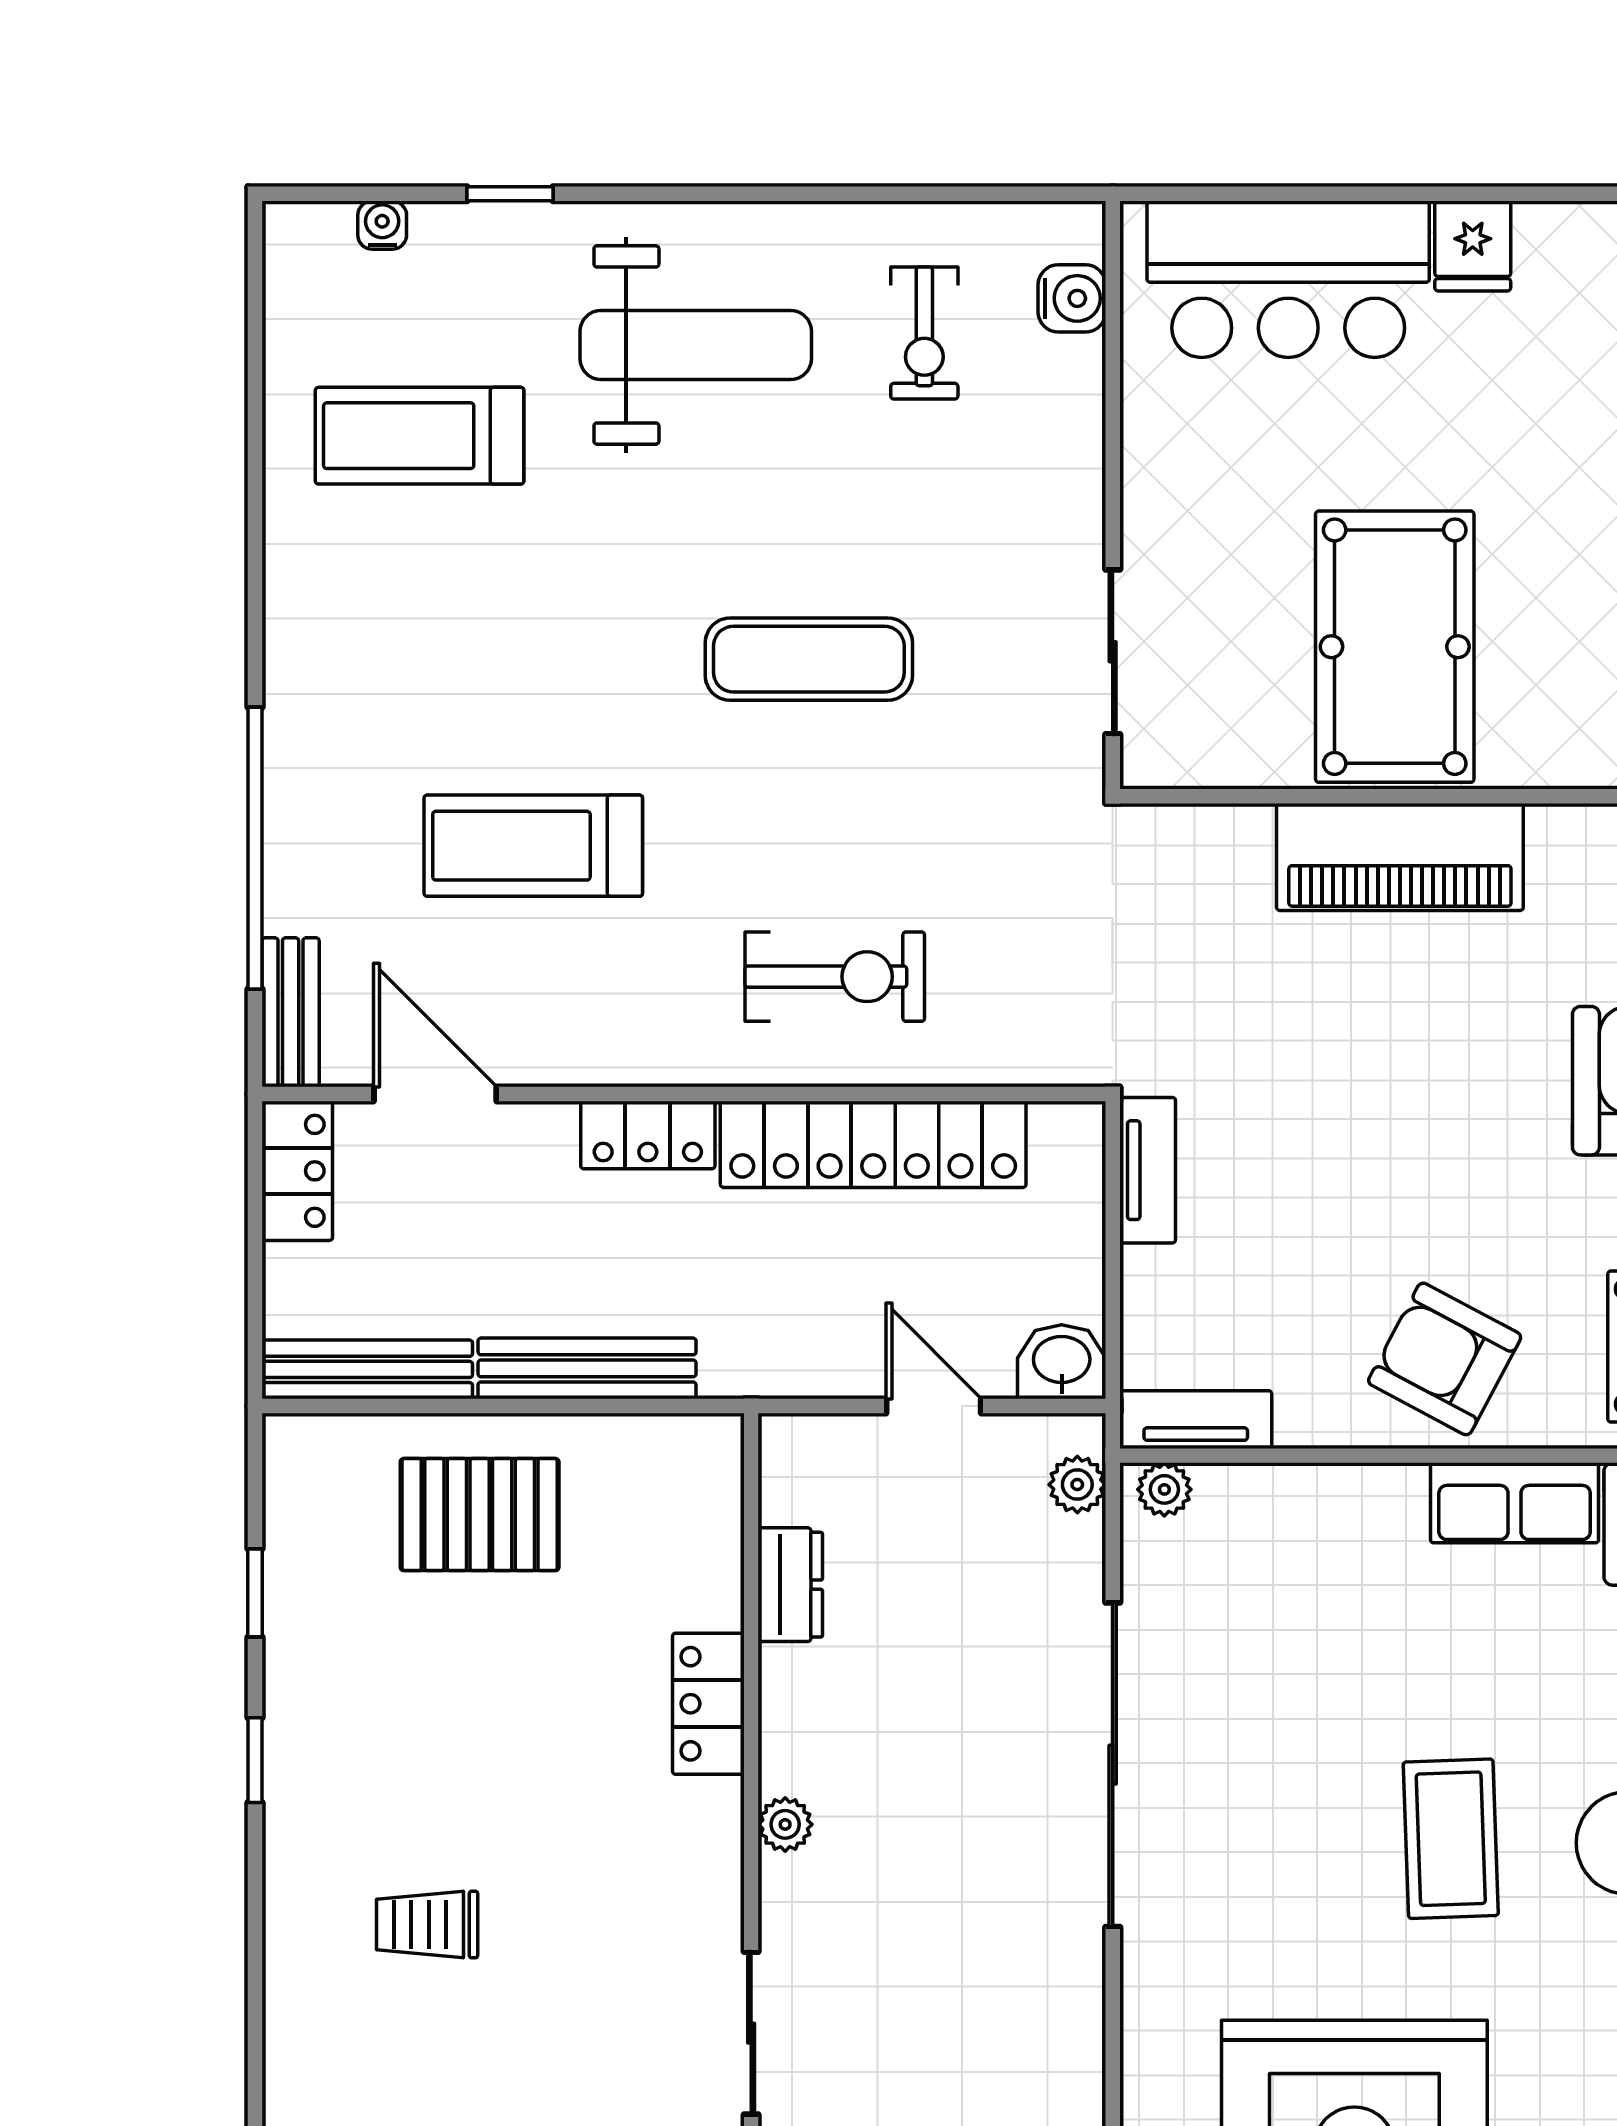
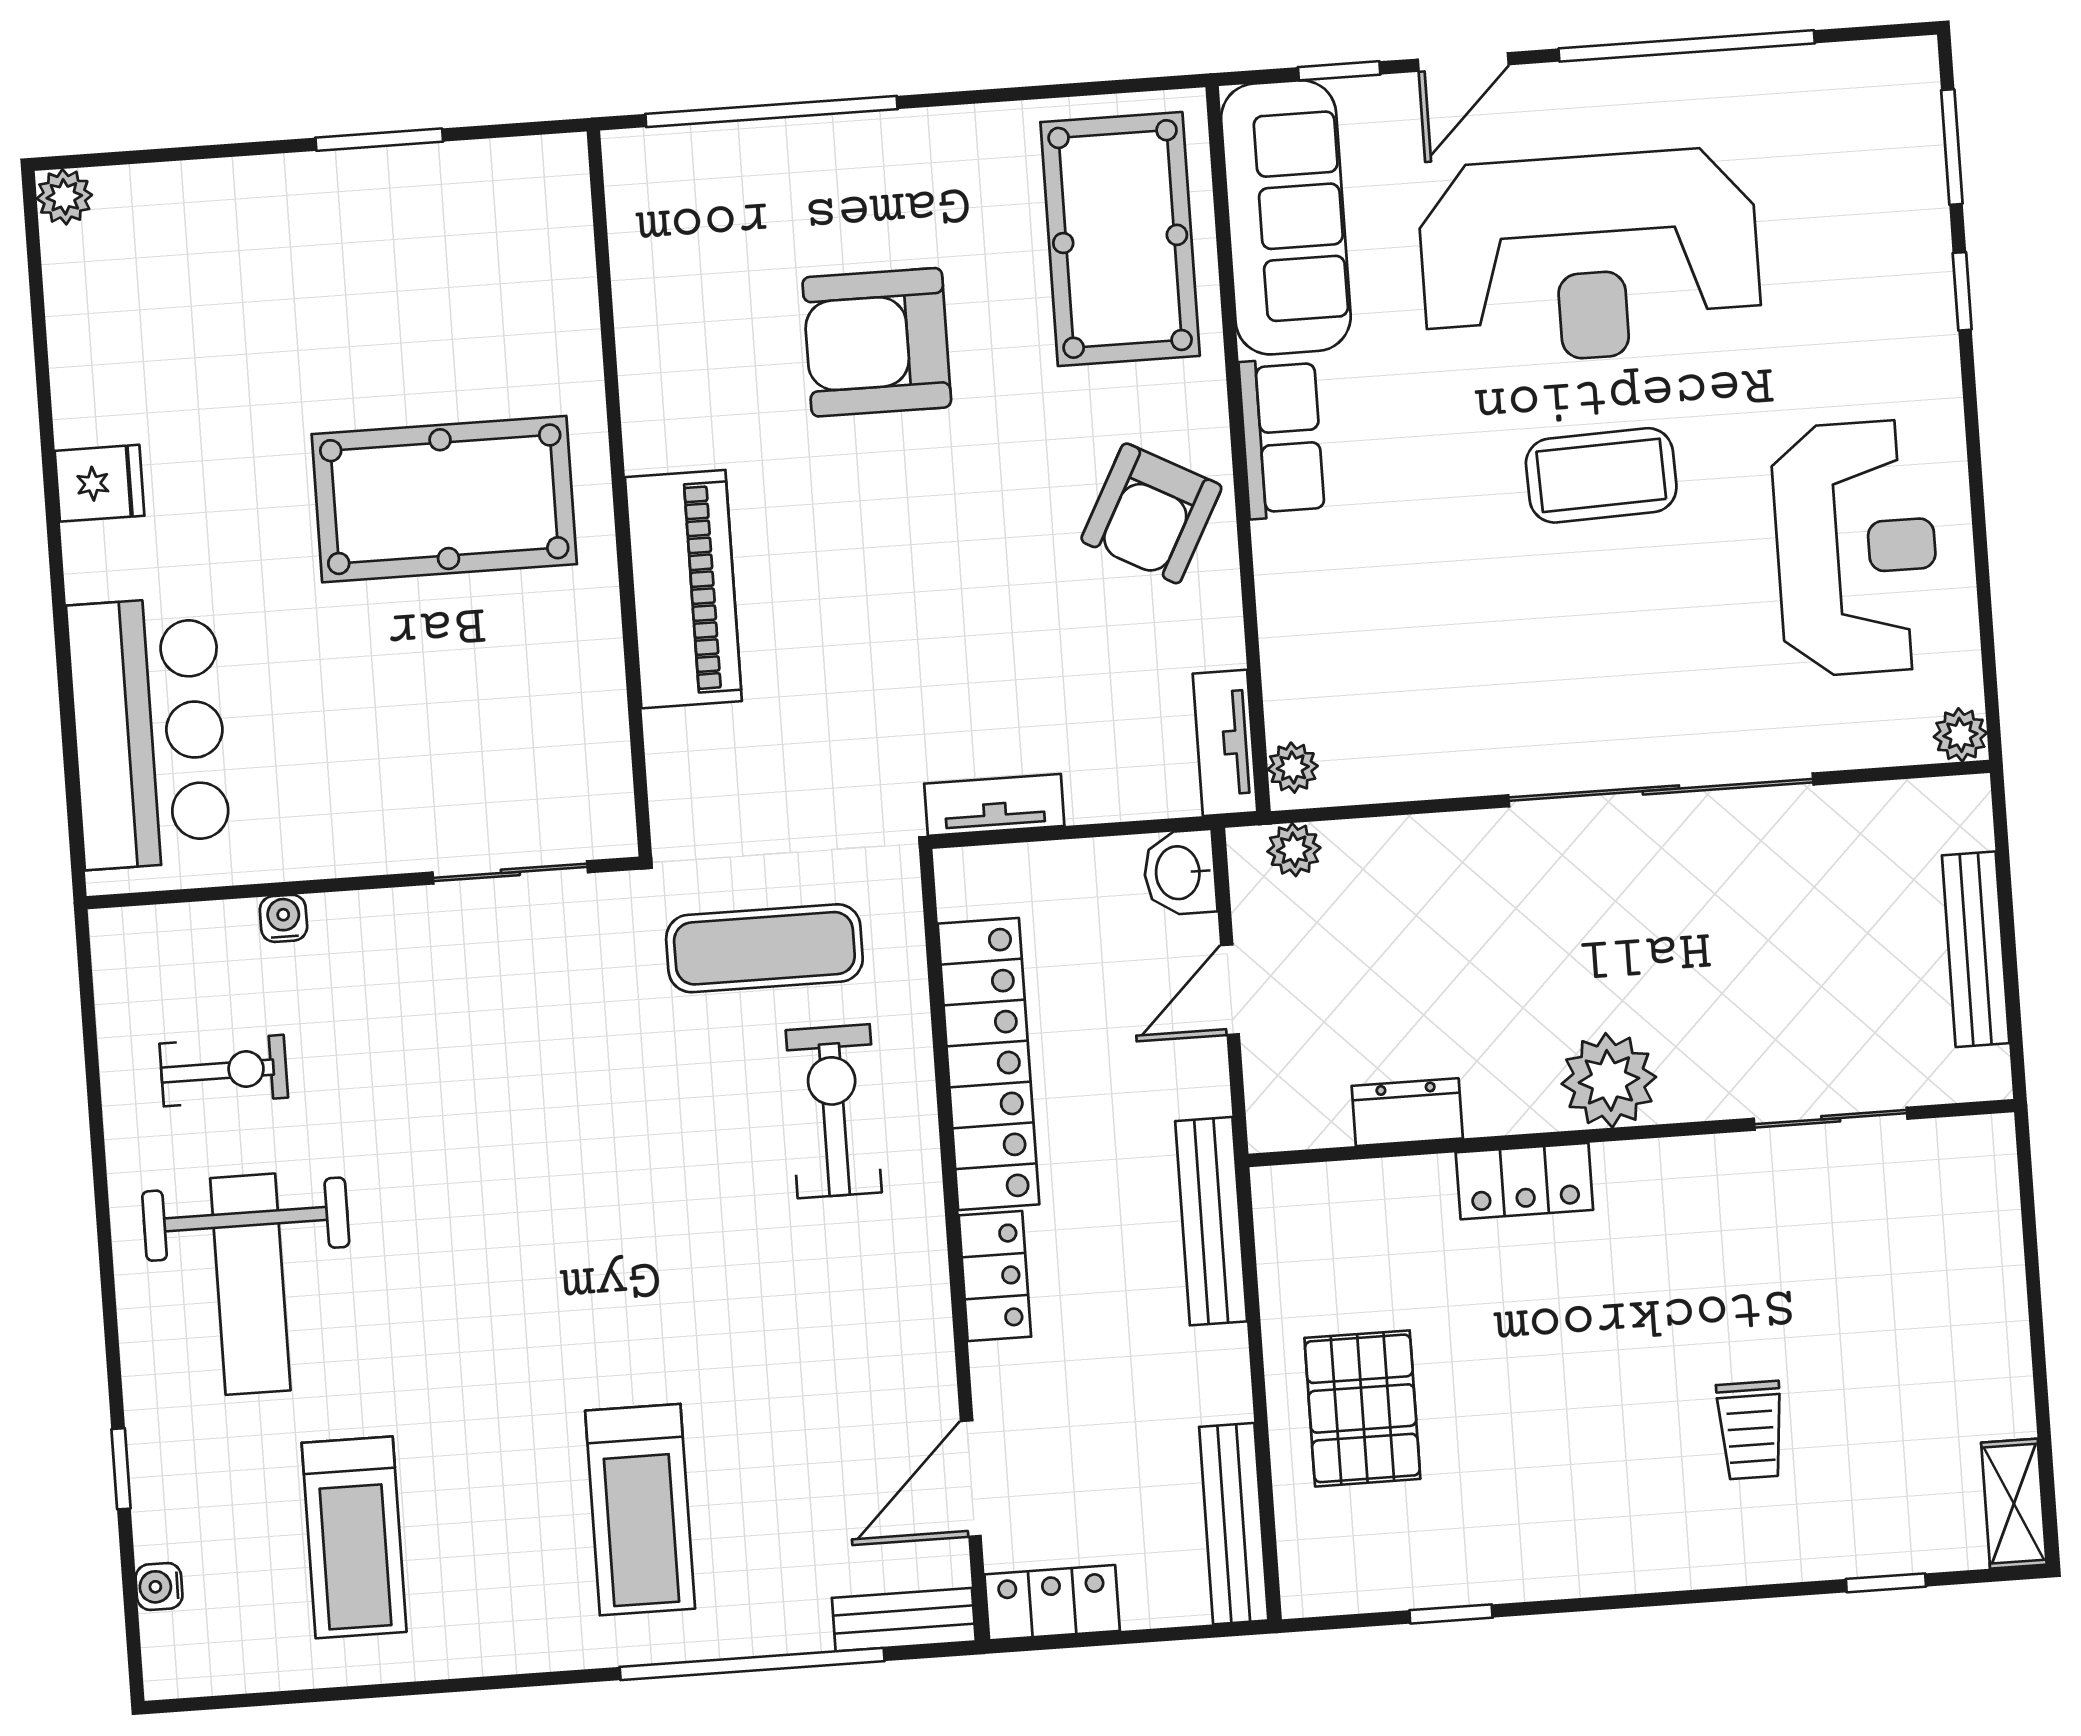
fridge: (1473, 246) -> (100, 483), moved
water cooler: (1072, 298) -> (283, 918), moved, width x0.72, depth x0.72
weight bench: (696, 345) -> (250, 1284), turned 180
pool table: (1395, 647) -> (444, 499), moved
exercise mat: (809, 659) -> (764, 948), moved, turned 90
treadmill: (533, 846) -> (640, 1510), moved
bench: (587, 1368) -> (1211, 1221), moved
window: (255, 1760) -> (1886, 1583), moved
sliding door: (1113, 1765) -> (1661, 790), moved
plant: (785, 1824) -> (1609, 1080), width x1.87, depth x1.87

